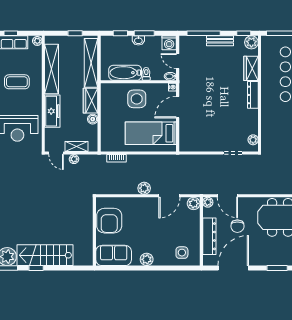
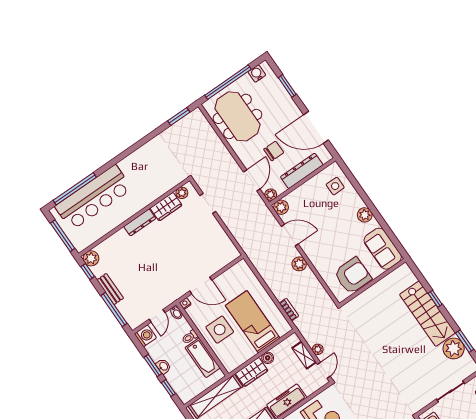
wardrobe: (251, 68) -> (166, 207), moved
bed: (151, 133) -> (253, 322), moved, turned 180
window: (36, 268) -> (435, 299), moved

